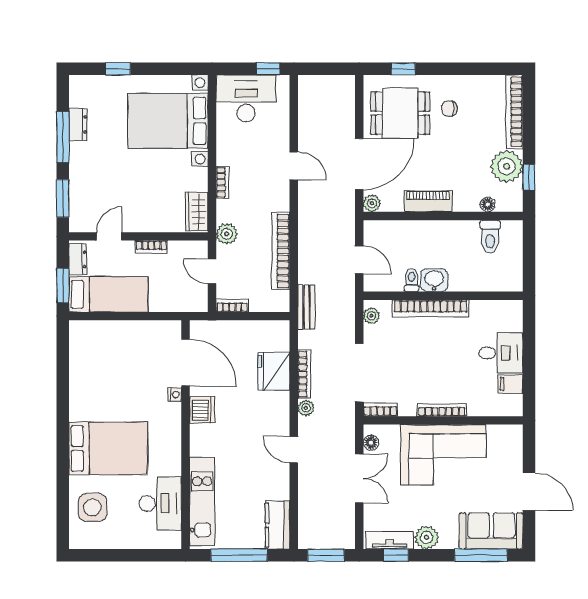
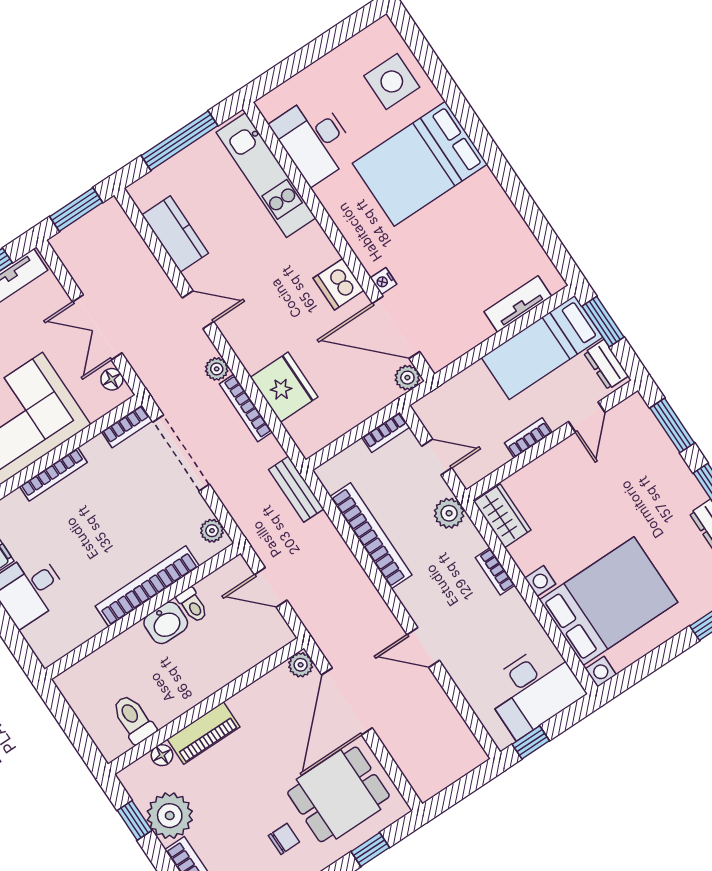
piano: (428, 201) -> (204, 733), moved
tv unit: (106, 329) -> (518, 304), added
plant: (198, 329) -> (407, 378), added
kitchen counter: (278, 525) -> (175, 234), moved

